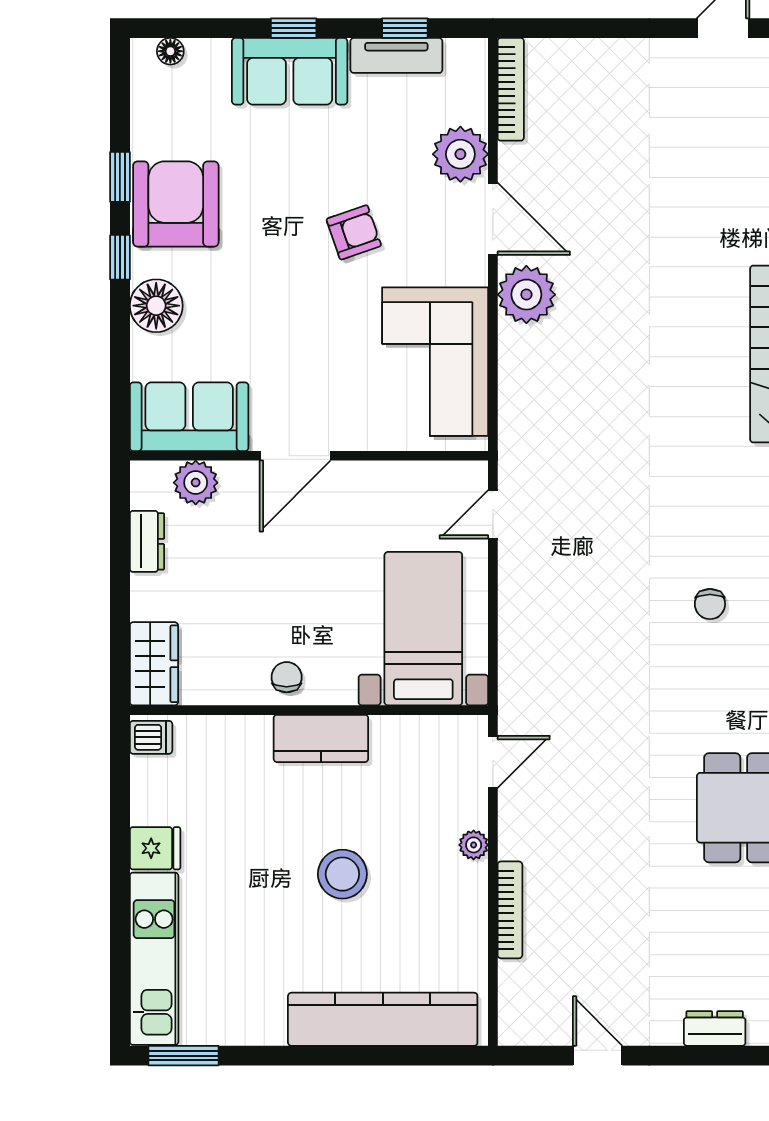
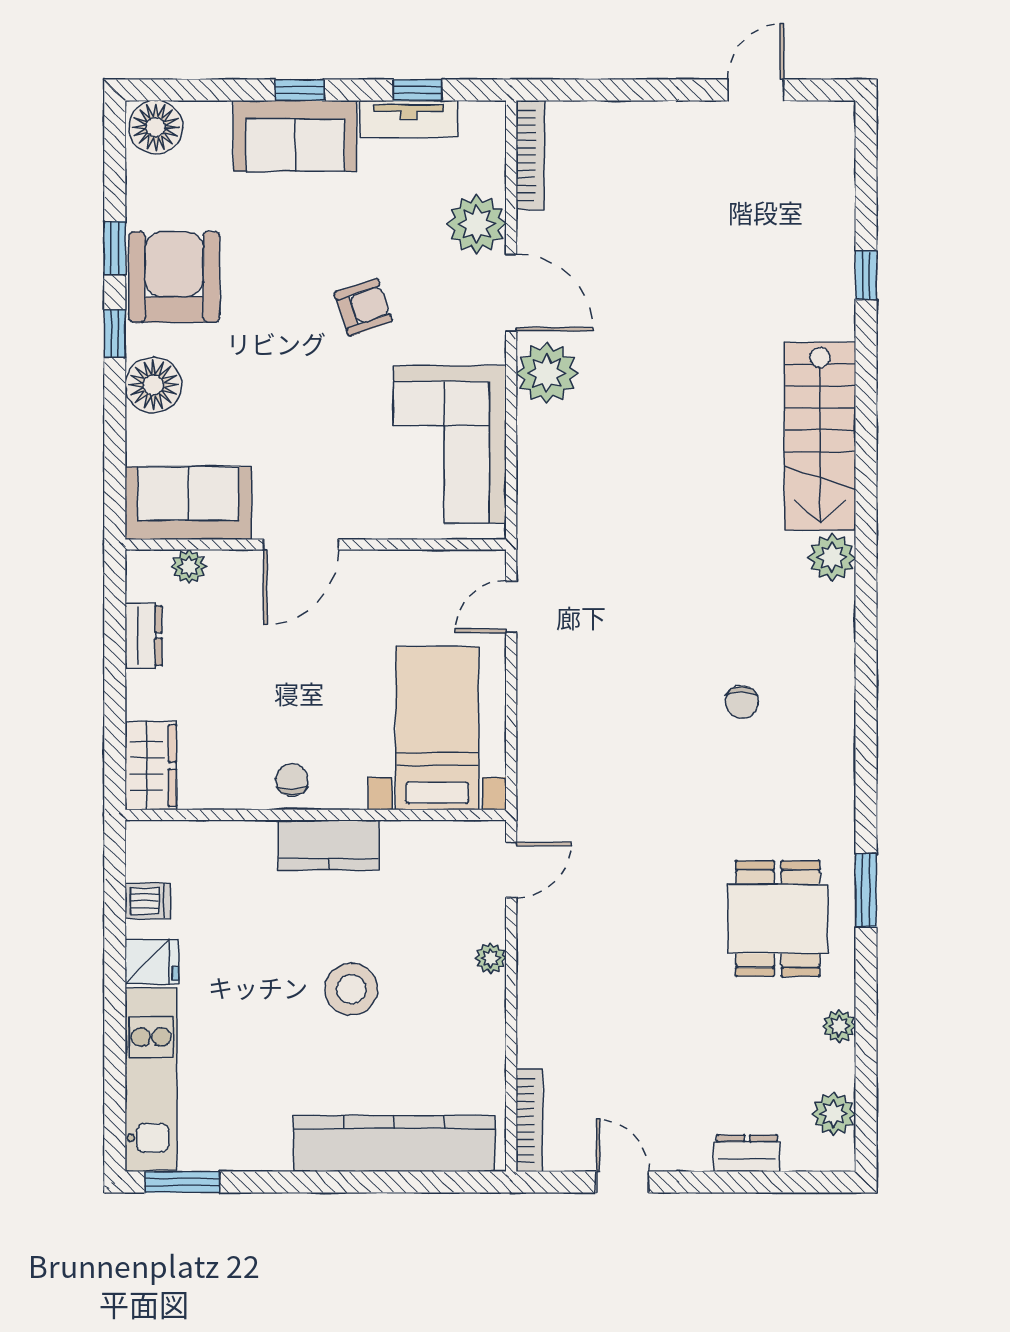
floor lamp: (170, 51) -> (156, 127), width x1.89, depth x1.89
plant: (196, 483) -> (189, 567), width x0.73, depth x0.73
dishwasher: (151, 737) -> (148, 901), moved
bookcase: (510, 910) -> (529, 1120), moved

